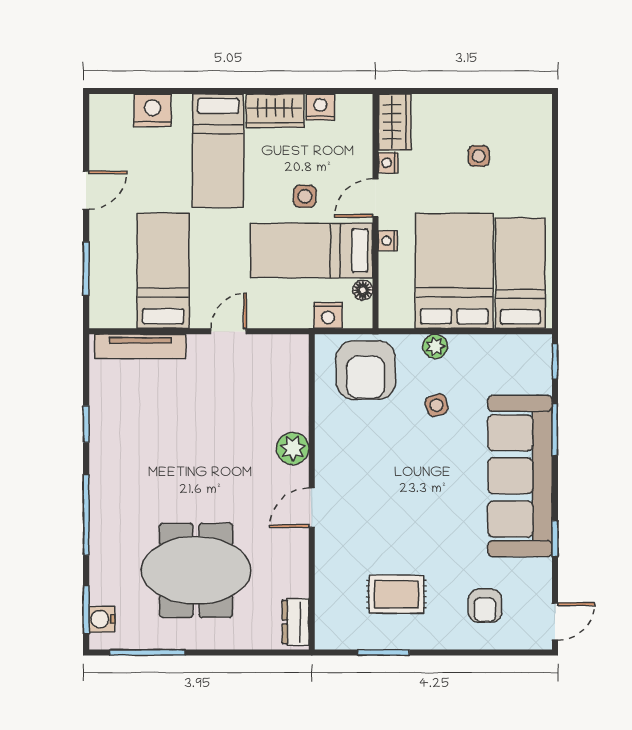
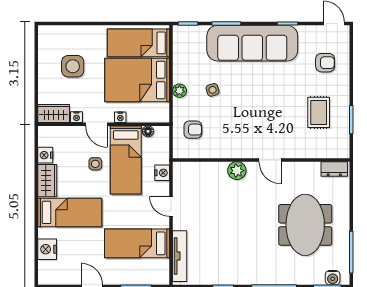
side table: (479, 156) -> (73, 66), width x1.87, depth x1.87
nightstand: (328, 315) -> (162, 173), moved
armchair: (366, 370) -> (193, 130), width x0.53, depth x0.53

